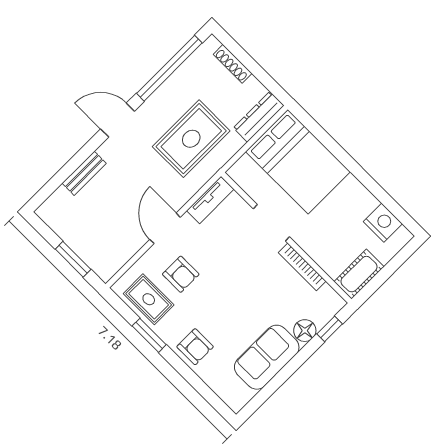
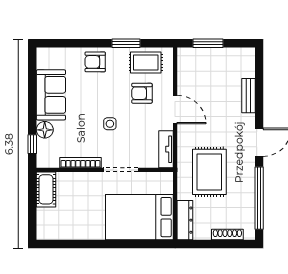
nightstand: (383, 223) -> (61, 230), removed
side table: (239, 276) -> (110, 124), added

